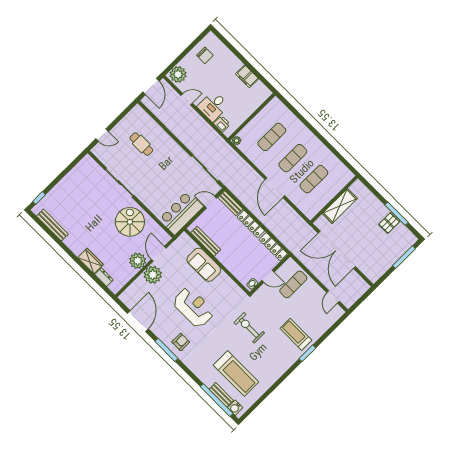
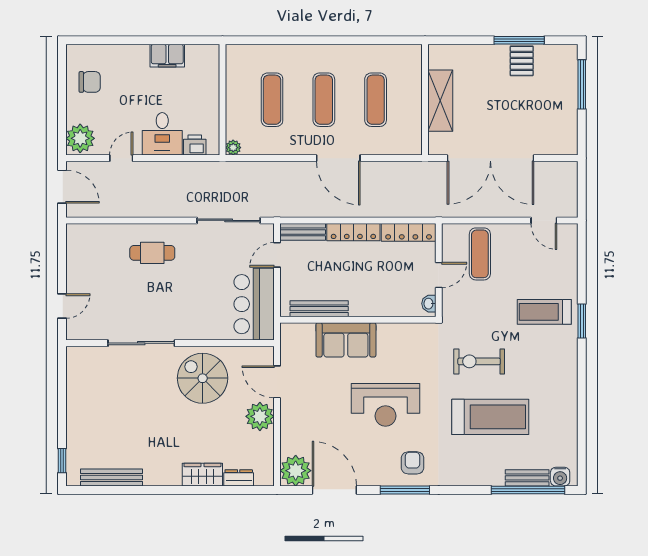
cafe table: (141, 144) -> (152, 253), moved
plant: (153, 275) -> (296, 471), moved
reception desk: (193, 307) -> (386, 405), turned 180
treadmill: (236, 373) -> (490, 417), moved

